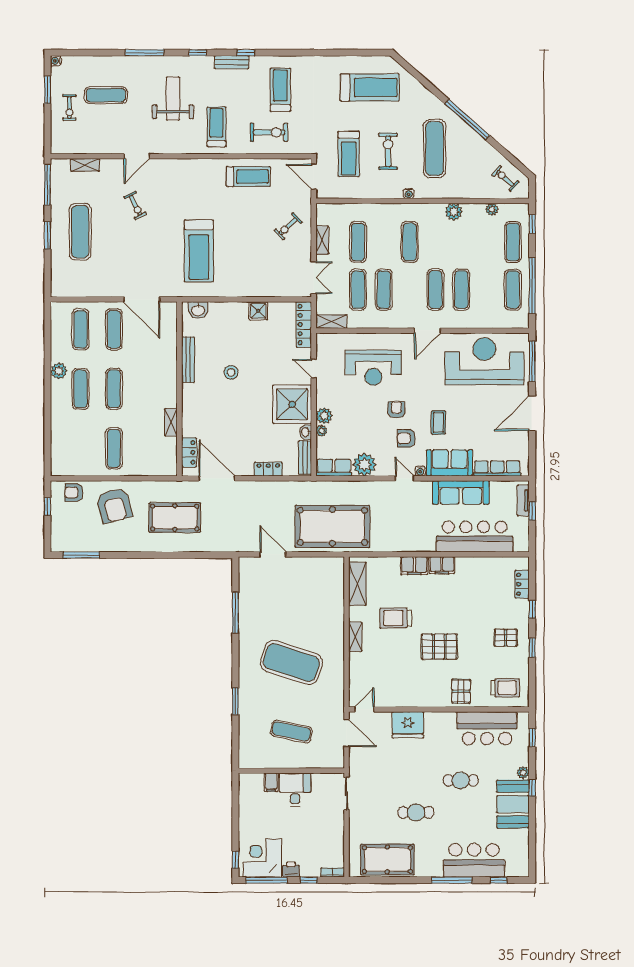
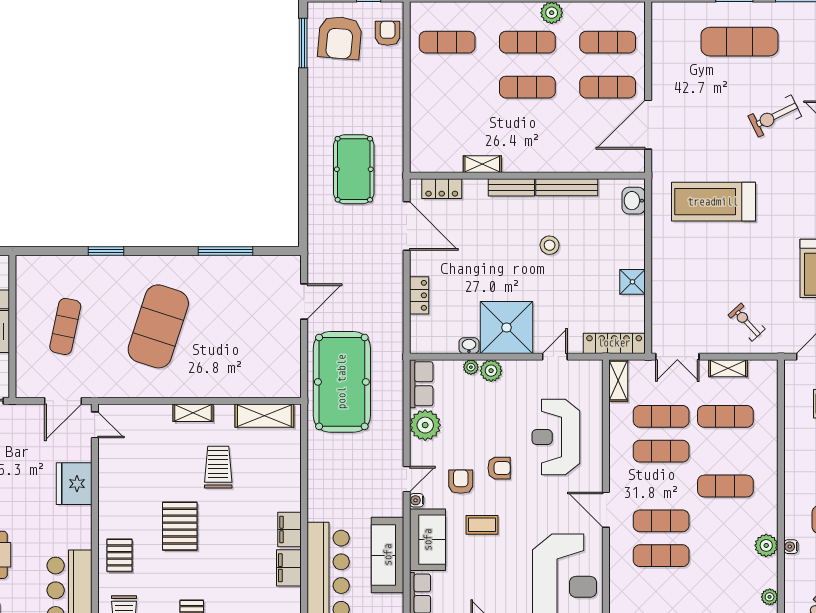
water cooler: (409, 194) -> (791, 547), moved
exercise bike: (135, 205) -> (775, 116), width x1.38, depth x1.39
exercise mat: (114, 448) -> (447, 42), moved
bench: (305, 458) -> (511, 187), moved
door: (217, 478) -> (407, 226), hinge flipped
armchair: (114, 505) -> (340, 38), moved, turned -70
filing cabinet: (414, 566) -> (289, 568), moved
pallet: (461, 691) -> (119, 555), turned 90

